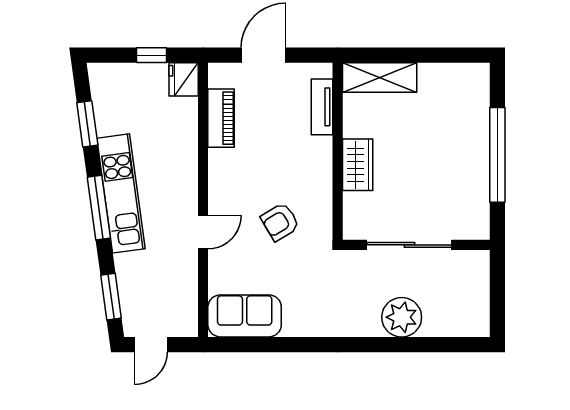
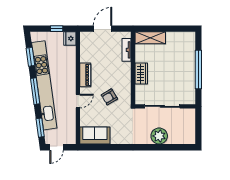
piano: (221, 118) -> (85, 75), moved
kitchen unit: (121, 193) -> (44, 85), width x1.86

